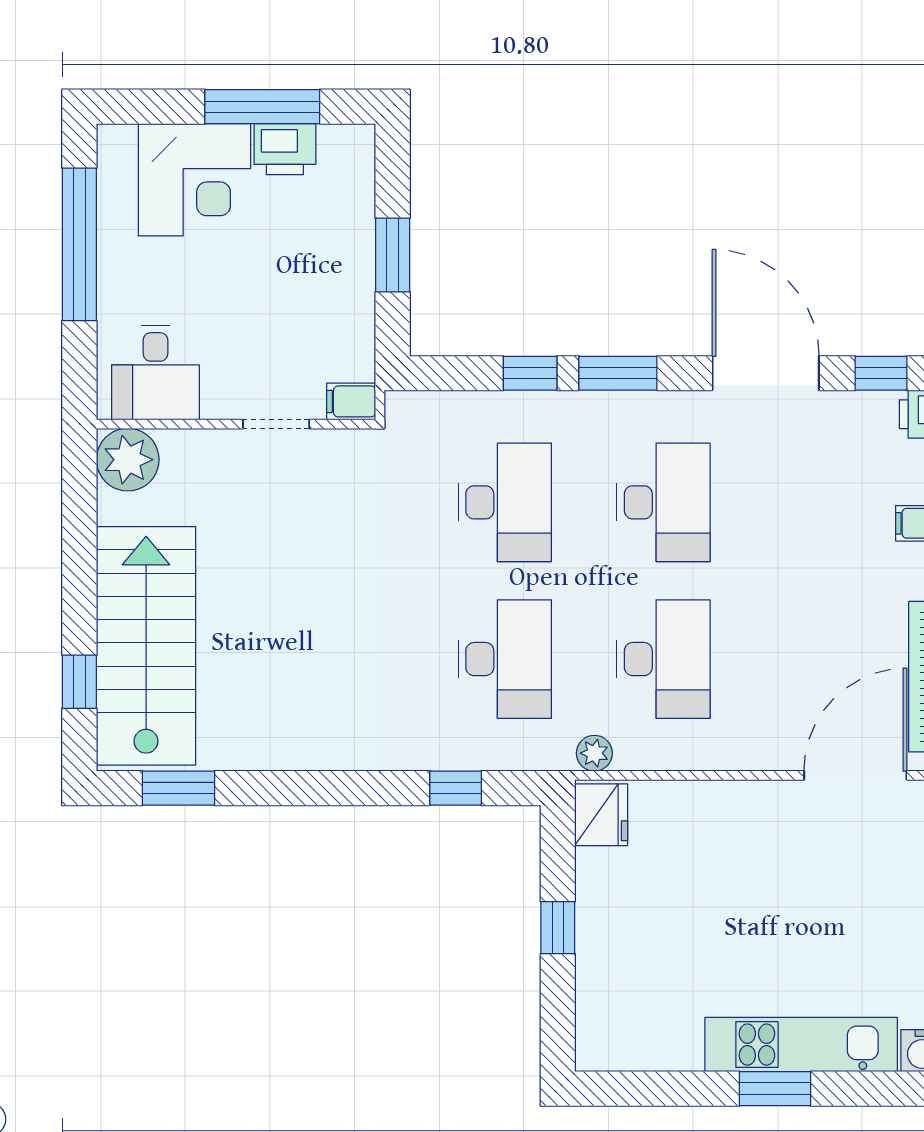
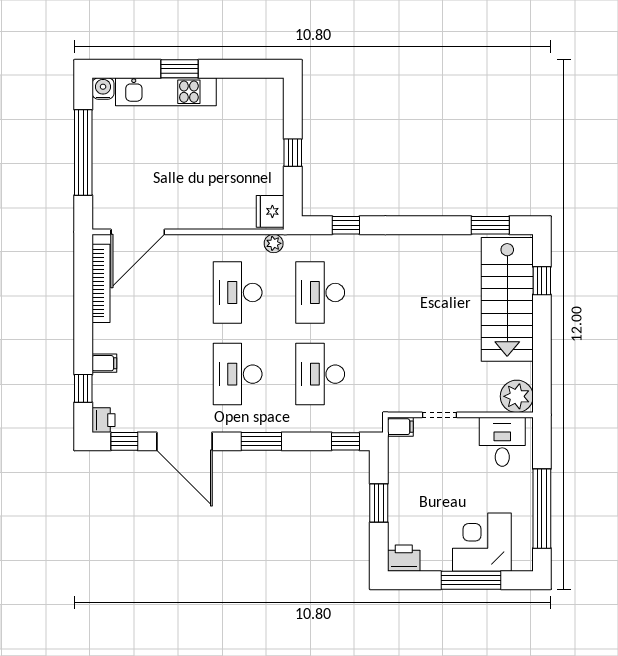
window: (262, 107) -> (471, 580), moved
printer: (285, 149) -> (404, 558), moved
window: (530, 373) -> (345, 441), moved

